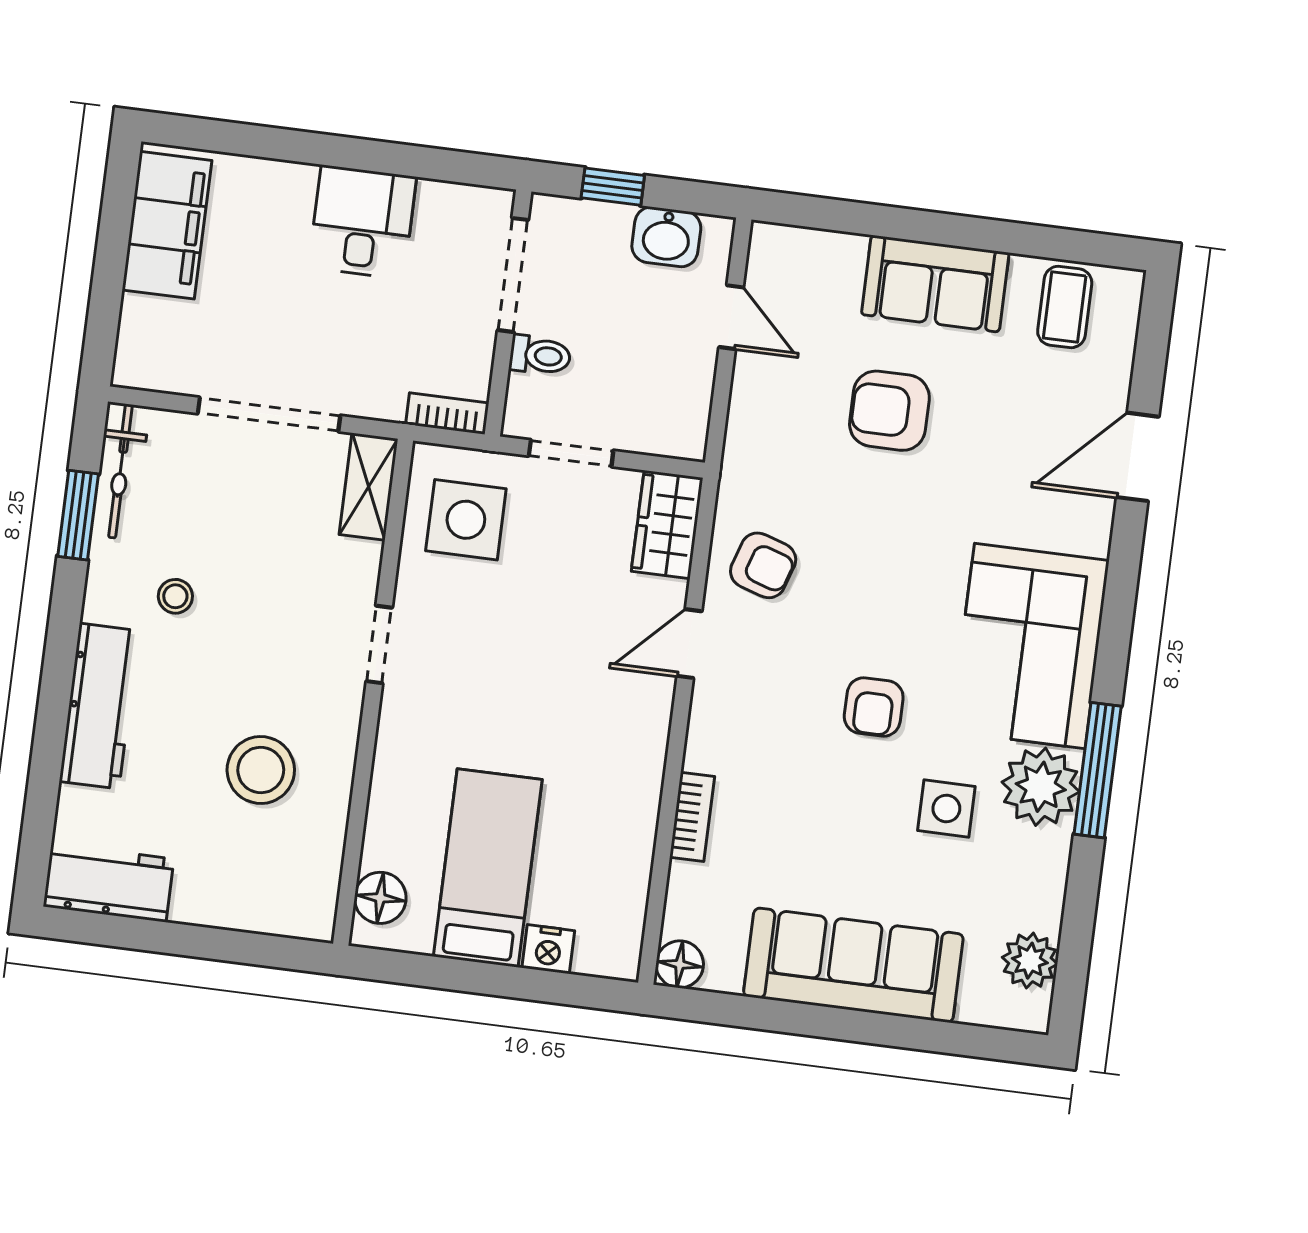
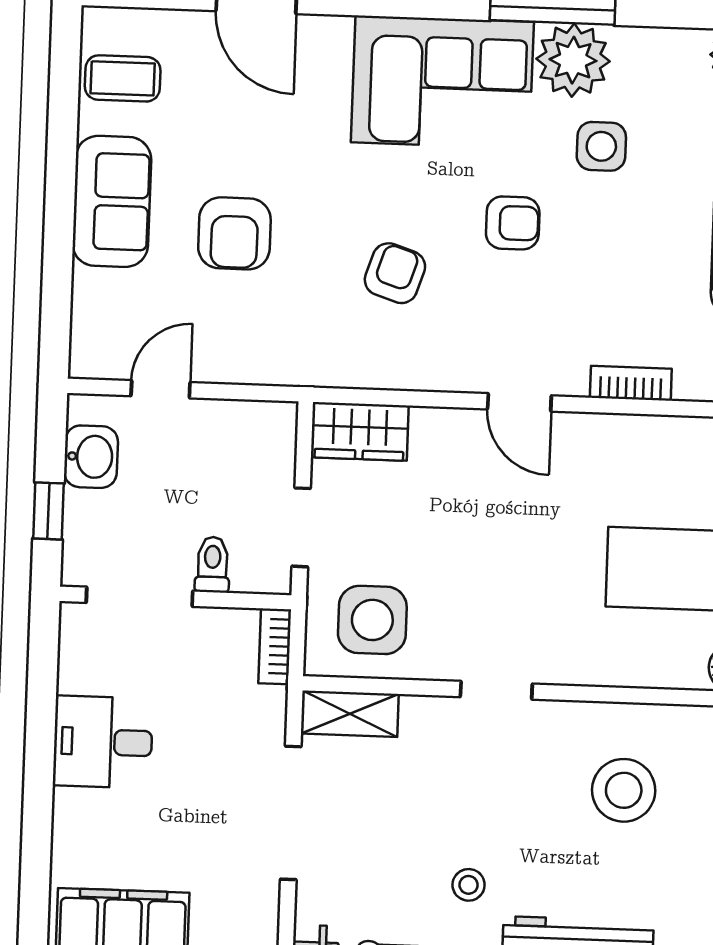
armchair: (763, 565) -> (395, 273), moved
door: (689, 644) -> (519, 402), moved

